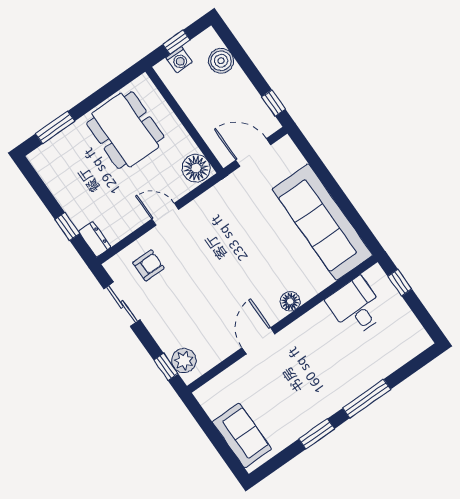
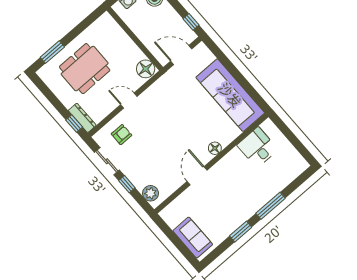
dining table: (125, 130) -> (85, 69), moved, turned 90
window: (67, 227) -> (74, 123), moved
dresser: (95, 239) -> (82, 118), width x1.44
window: (400, 283) -> (284, 129), removed
window: (166, 367) -> (127, 184), moved

